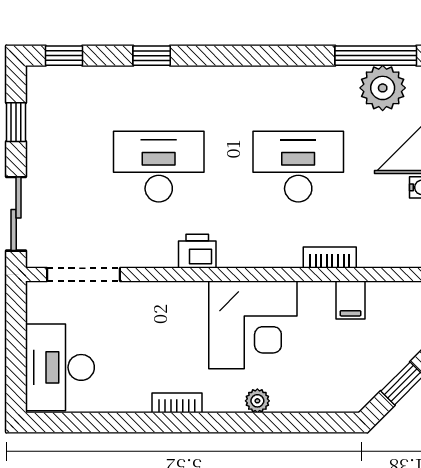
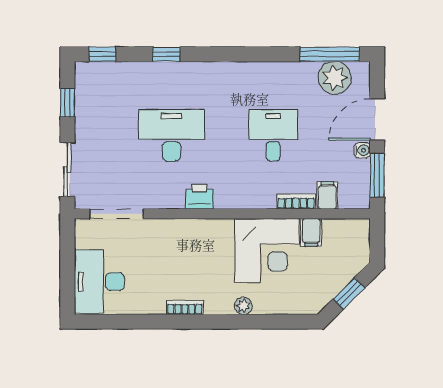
desk: (298, 167) -> (273, 135), width x0.73
filing cabinet: (373, 249) -> (327, 195), added
corner desk: (253, 325) -> (267, 251), moved

